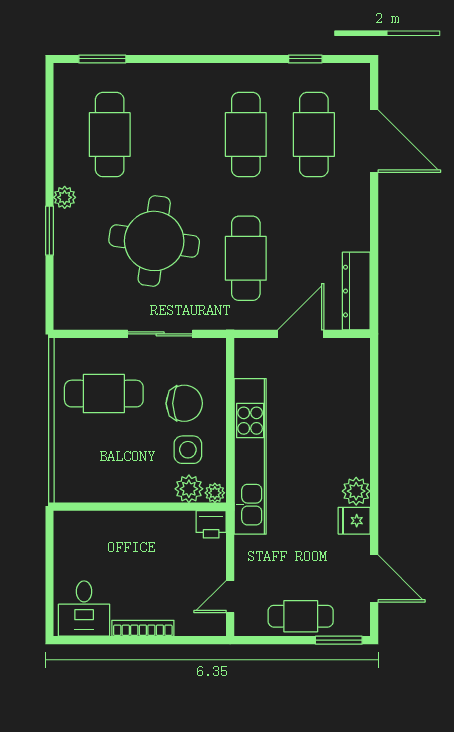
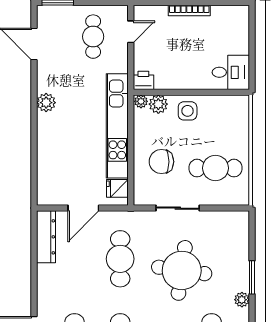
side table: (188, 450) -> (188, 111), moved
fridge: (354, 521) -> (117, 188), moved, turned 180
desk: (84, 609) -> (231, 72), moved, turned 90
cafe table: (301, 616) -> (93, 37), moved, turned 90

